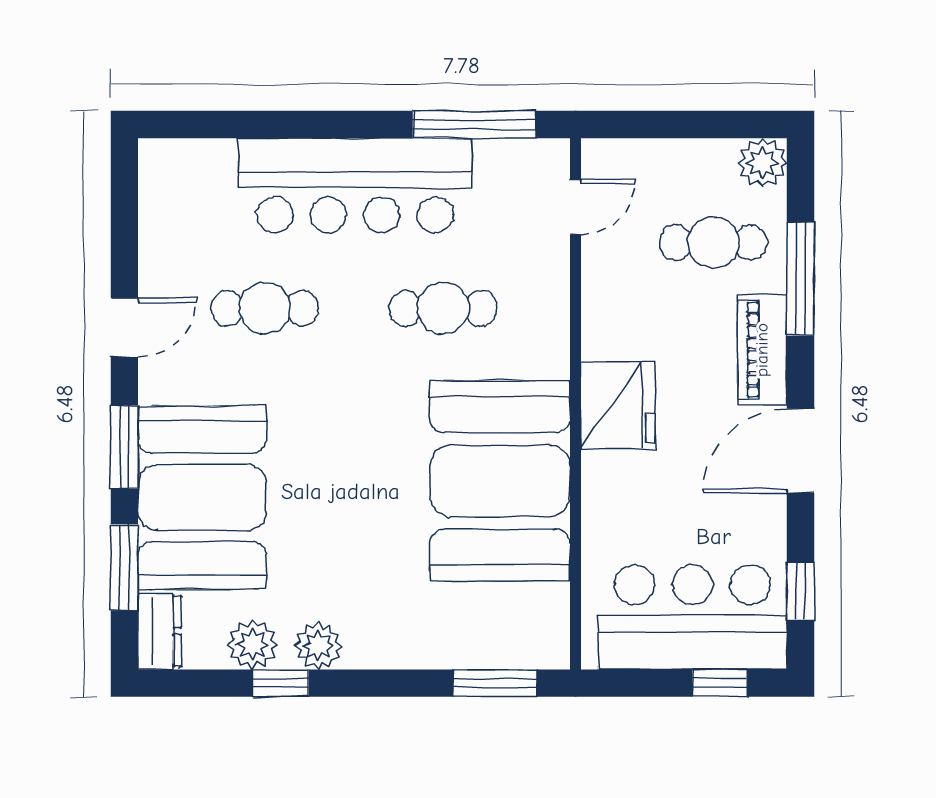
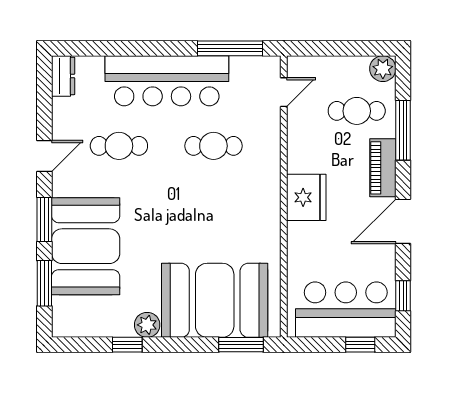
booth: (500, 481) -> (215, 300), moved, turned 90
dresser: (160, 631) -> (63, 76), moved
plant: (253, 644) -> (112, 324), removed

